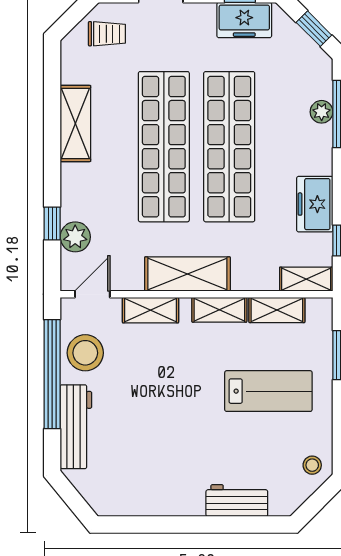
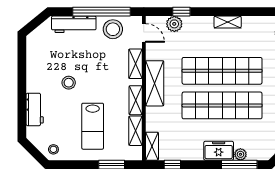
shelving: (75, 123) -> (228, 22), width x0.67, depth x0.75
freezer: (315, 204) -> (219, 151), moved
stool: (186, 436) -> (69, 83), added

